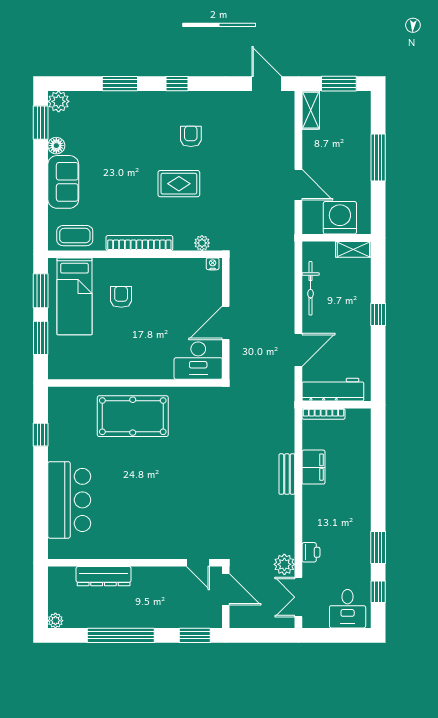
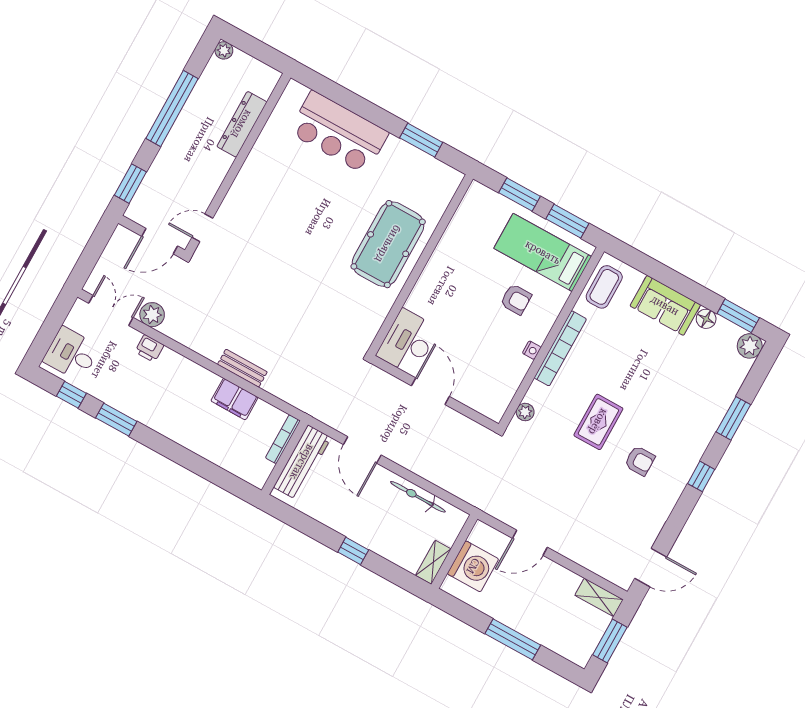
nightstand: (213, 264) -> (532, 350), moved
window: (41, 435) -> (421, 140), width x1.50

